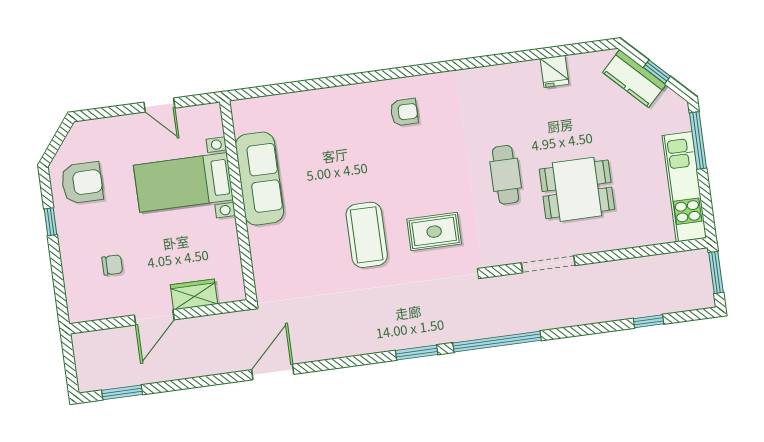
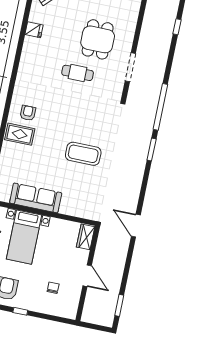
rug: (434, 232) -> (20, 134), moved, turned 90
wardrobe: (194, 294) -> (86, 237), moved

